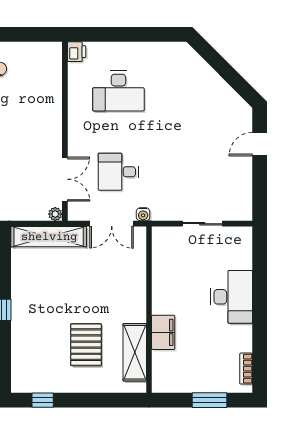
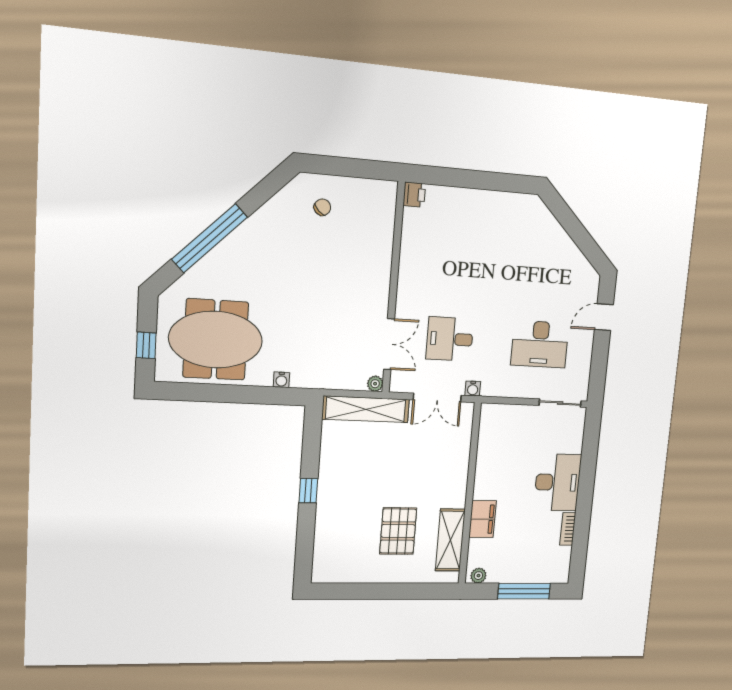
desk: (118, 91) -> (540, 344), moved
sliding door: (202, 224) -> (560, 403), moved
bookcase: (246, 369) -> (568, 529), moved
plant: (164, 385) -> (478, 576), added
window: (43, 400) -> (346, 591), removed
window: (209, 400) -> (524, 591), width x1.44

